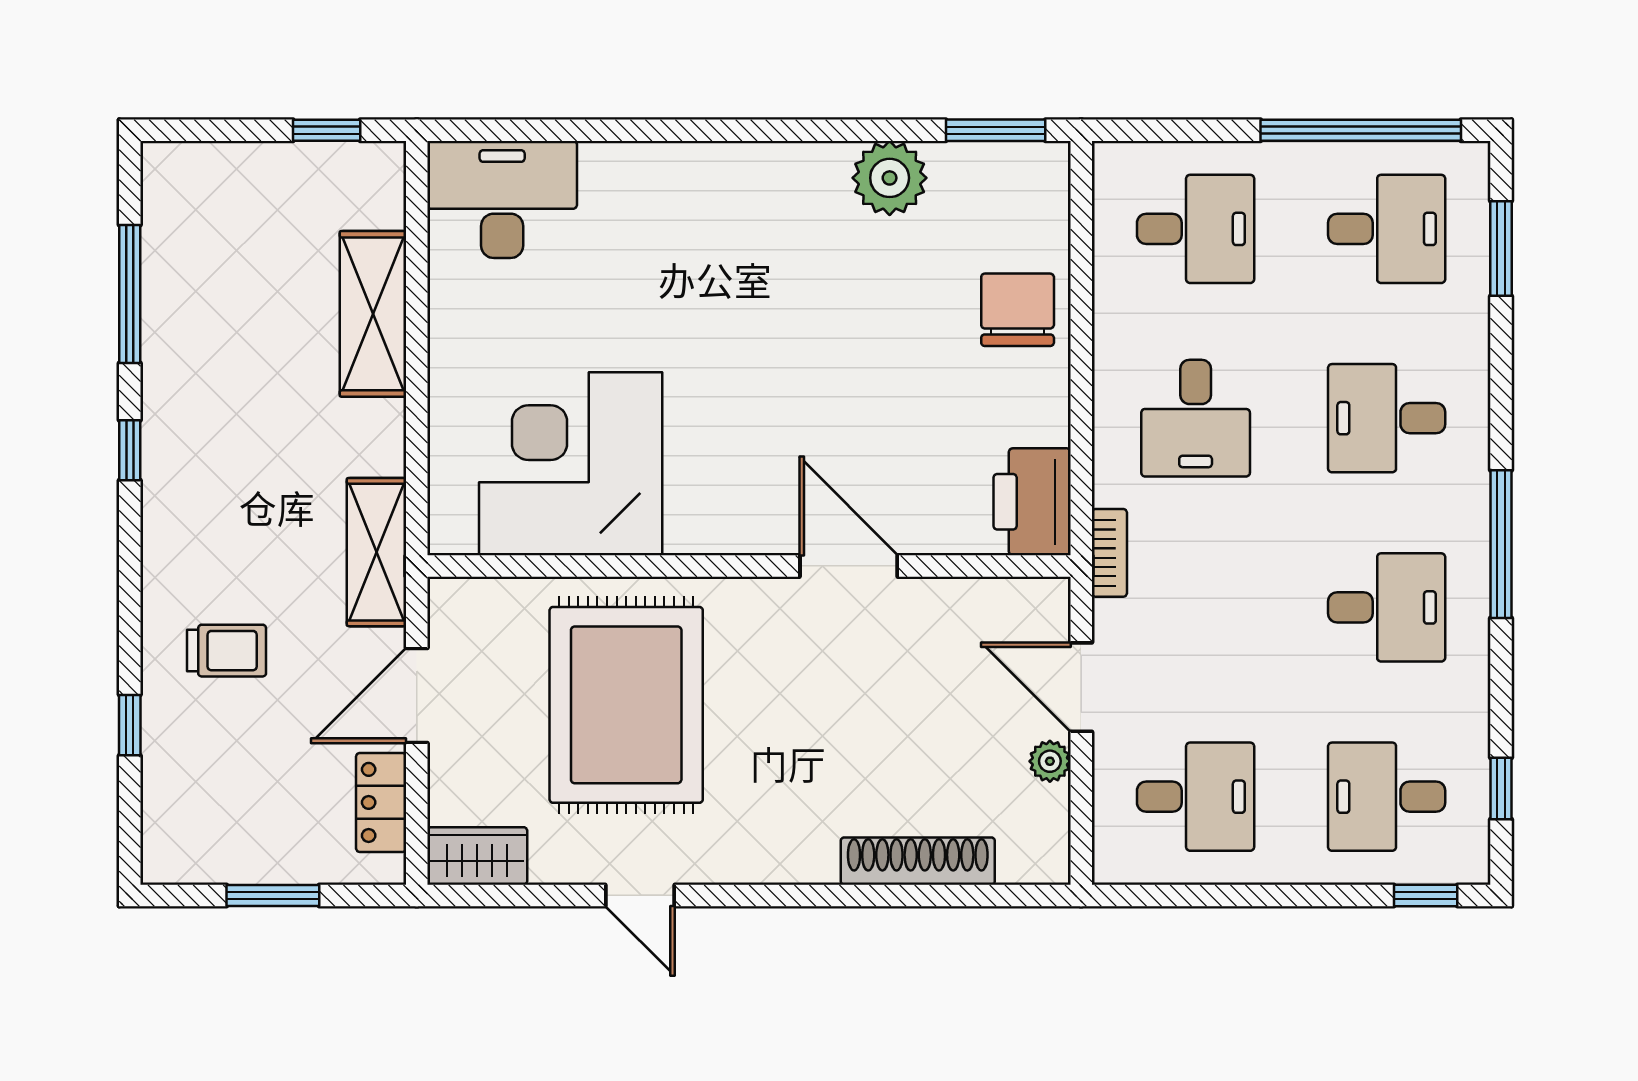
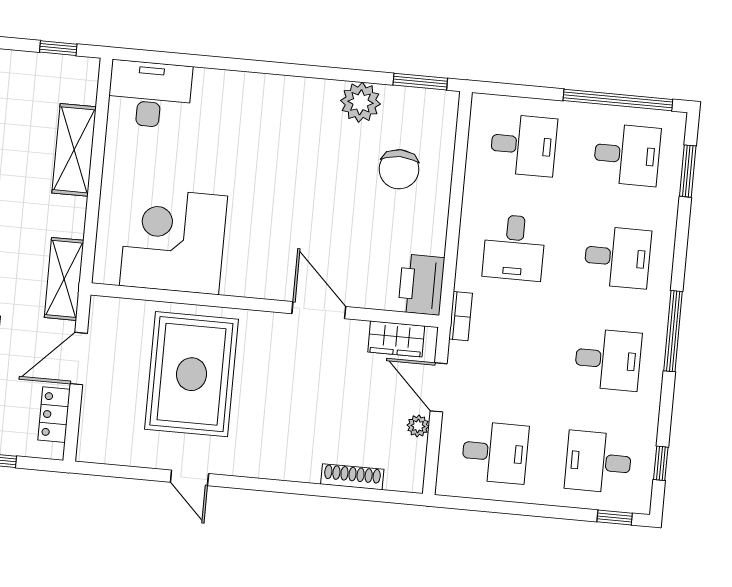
chair: (1018, 310) -> (399, 169), moved, turned 180
desk: (1387, 418) -> (617, 257), turned 180
wardrobe: (477, 856) -> (396, 339), moved, turned 180
shoe rack: (918, 861) -> (352, 477), width x0.74, depth x0.81

